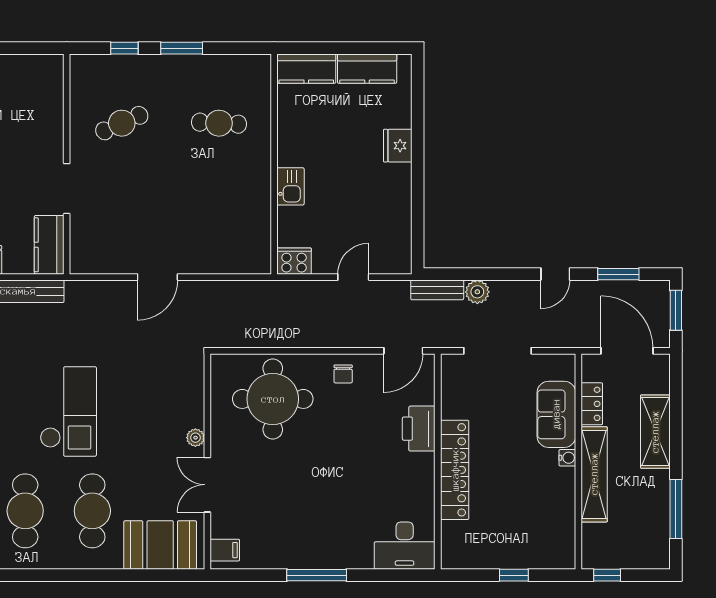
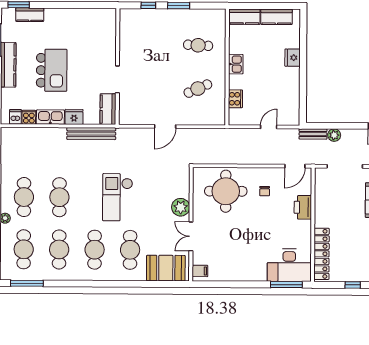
cafe table: (122, 123) -> (198, 89), moved
kitchen sink: (290, 186) -> (236, 64), moved
cooker: (294, 261) -> (235, 99), moved, turned 90
chair: (343, 374) -> (265, 191), moved
checkout: (68, 411) -> (118, 197), turned 180
plant: (195, 438) -> (181, 207), width x1.88, depth x1.88
locker: (455, 470) -> (322, 254), moved
desk: (405, 546) -> (289, 265), width x1.36, depth x1.30
window: (317, 575) -> (286, 285), moved

